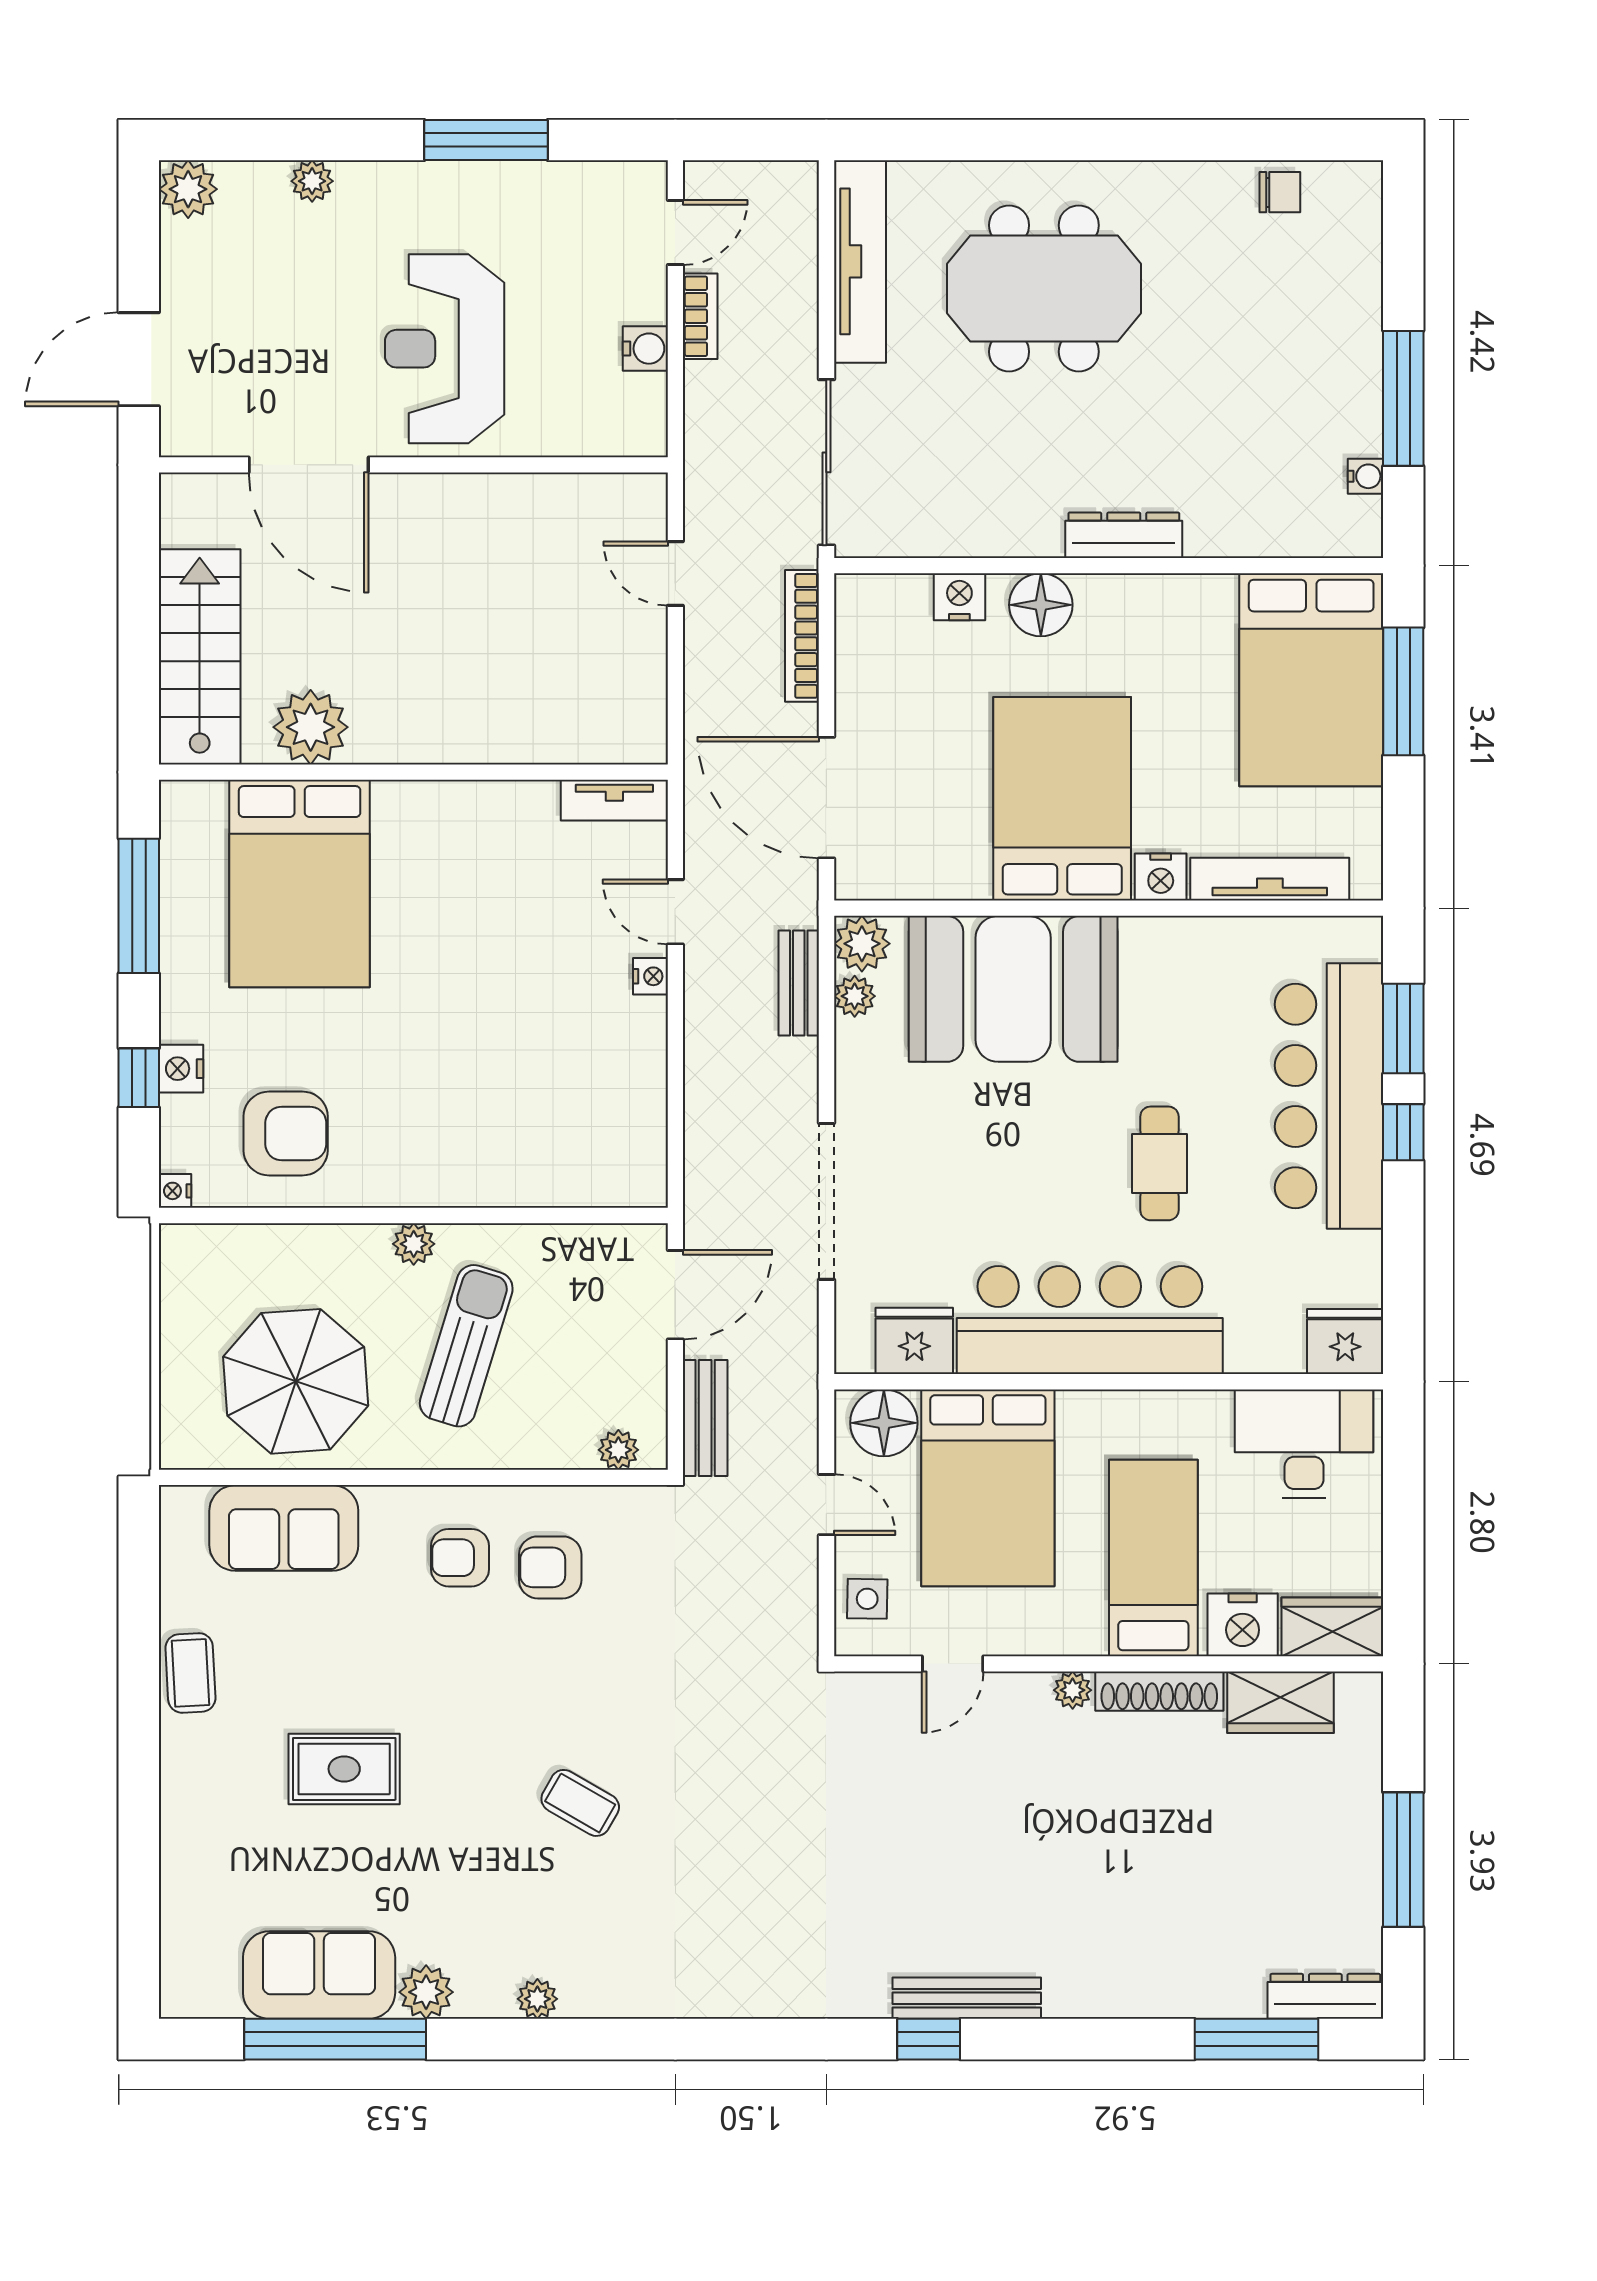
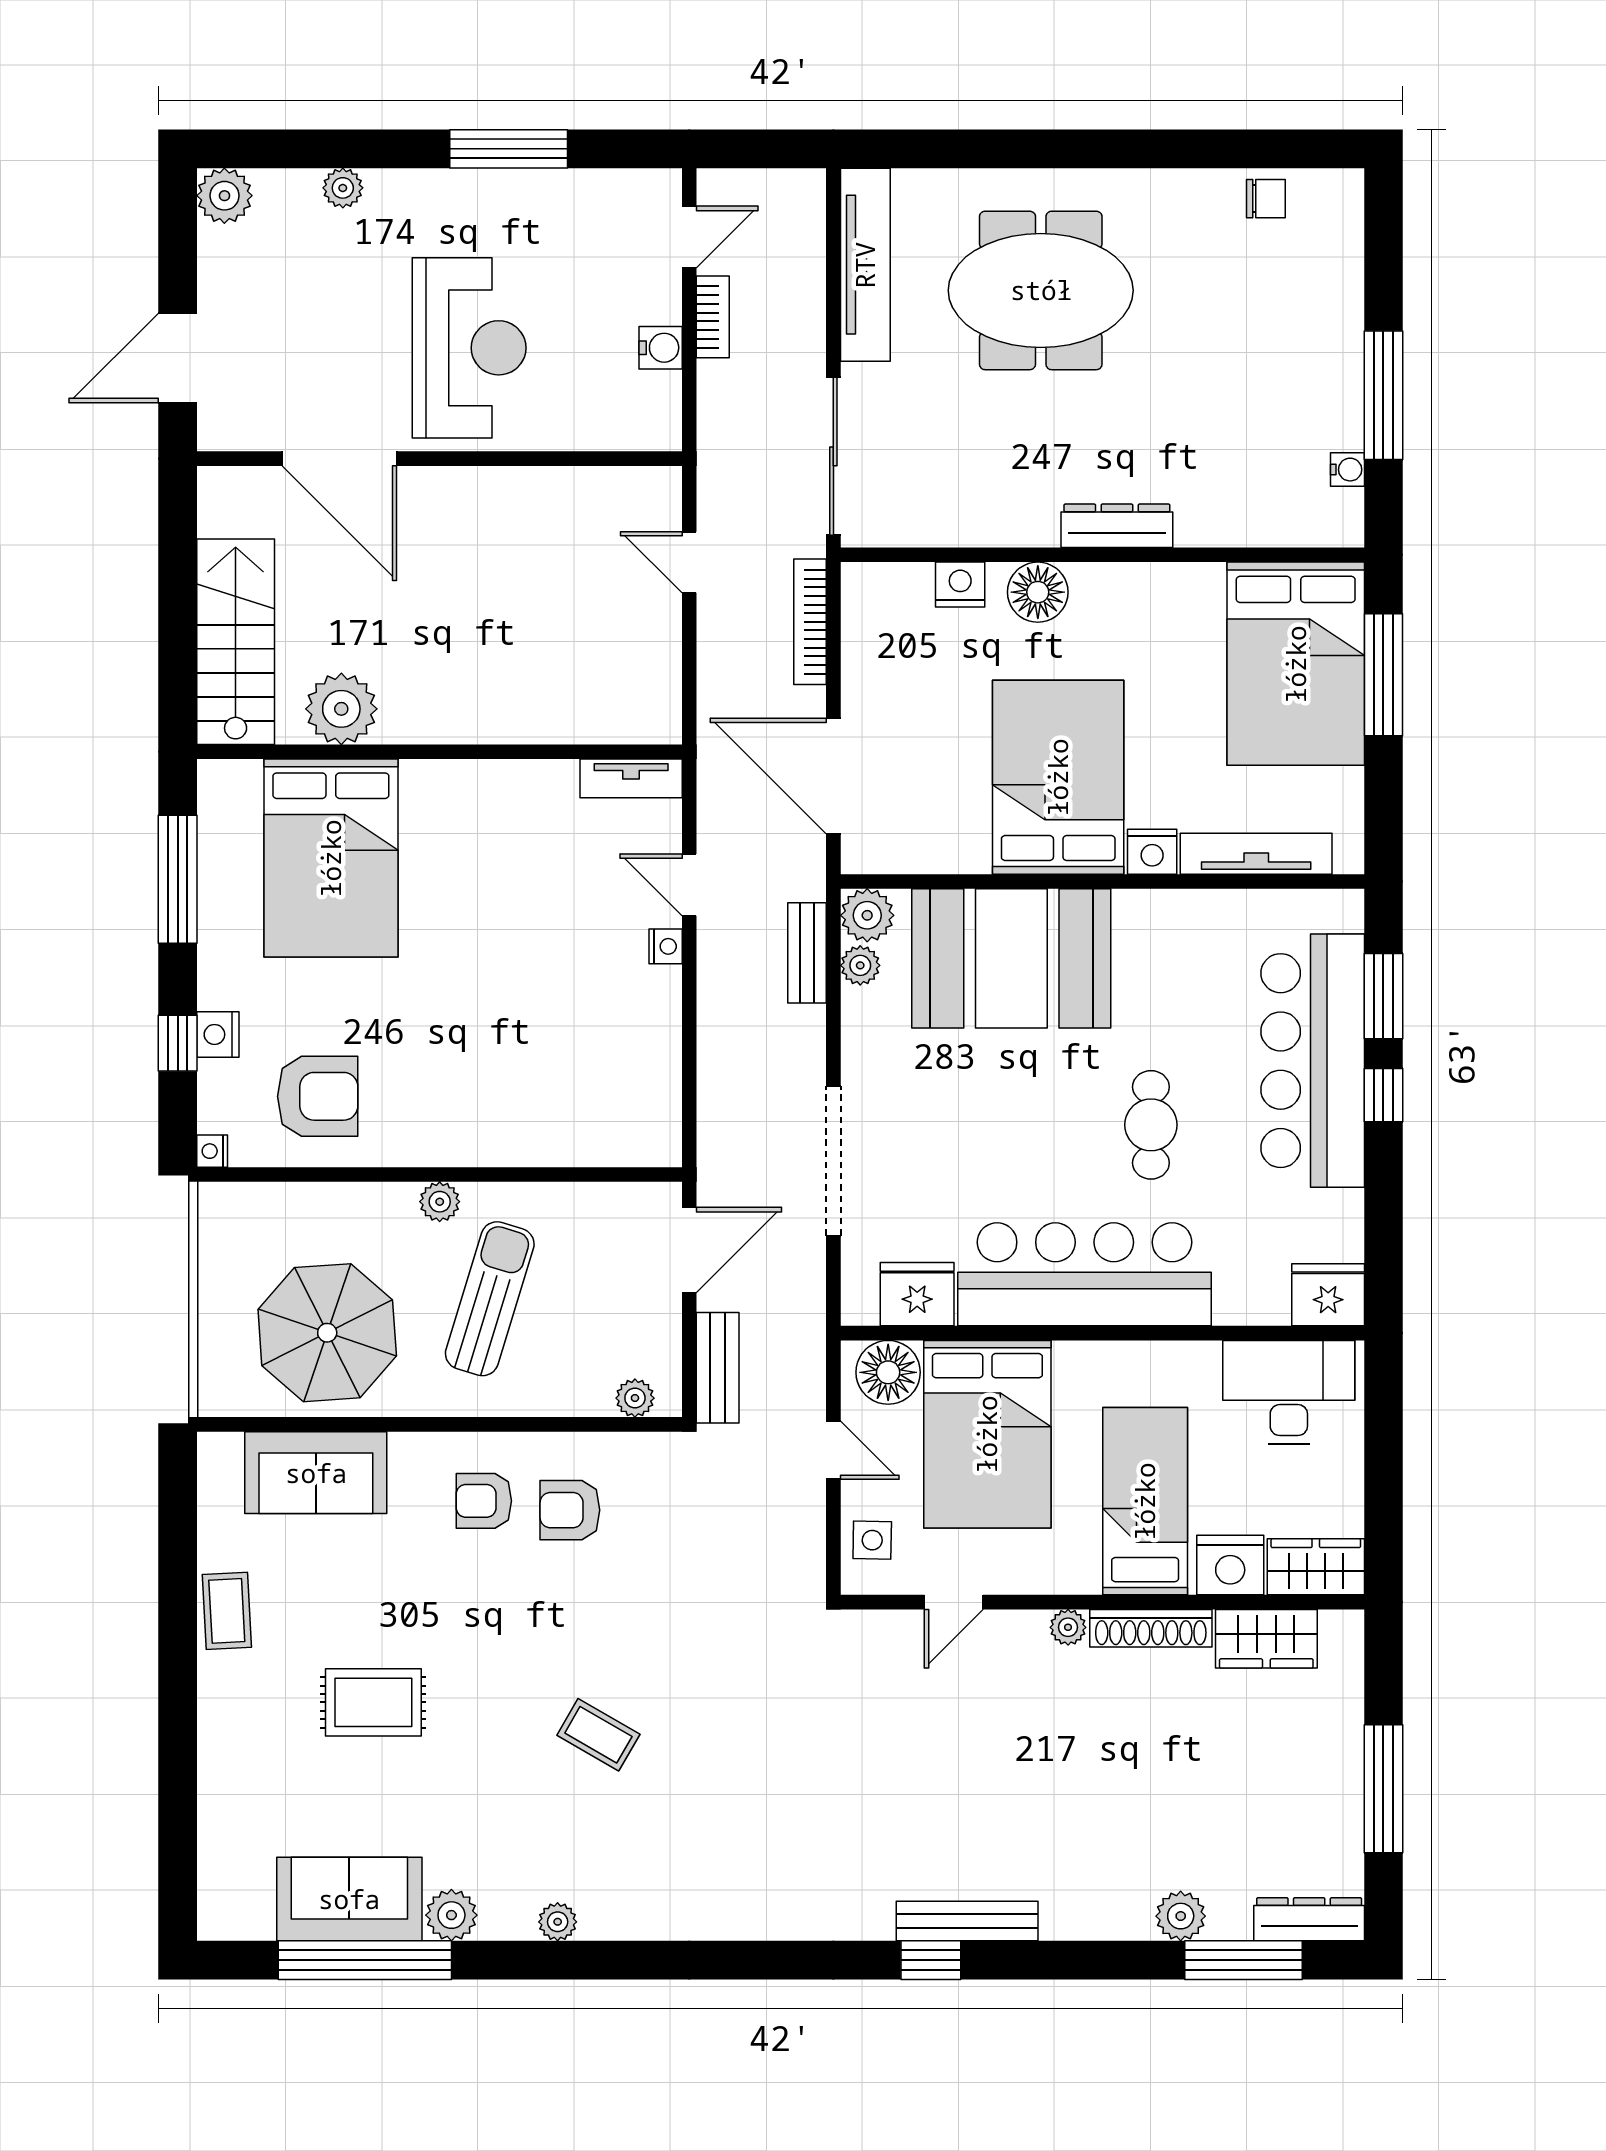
reception desk: (445, 349) -> (469, 348), turned 180
plant: (1191, 1993) -> (1181, 1916), added

